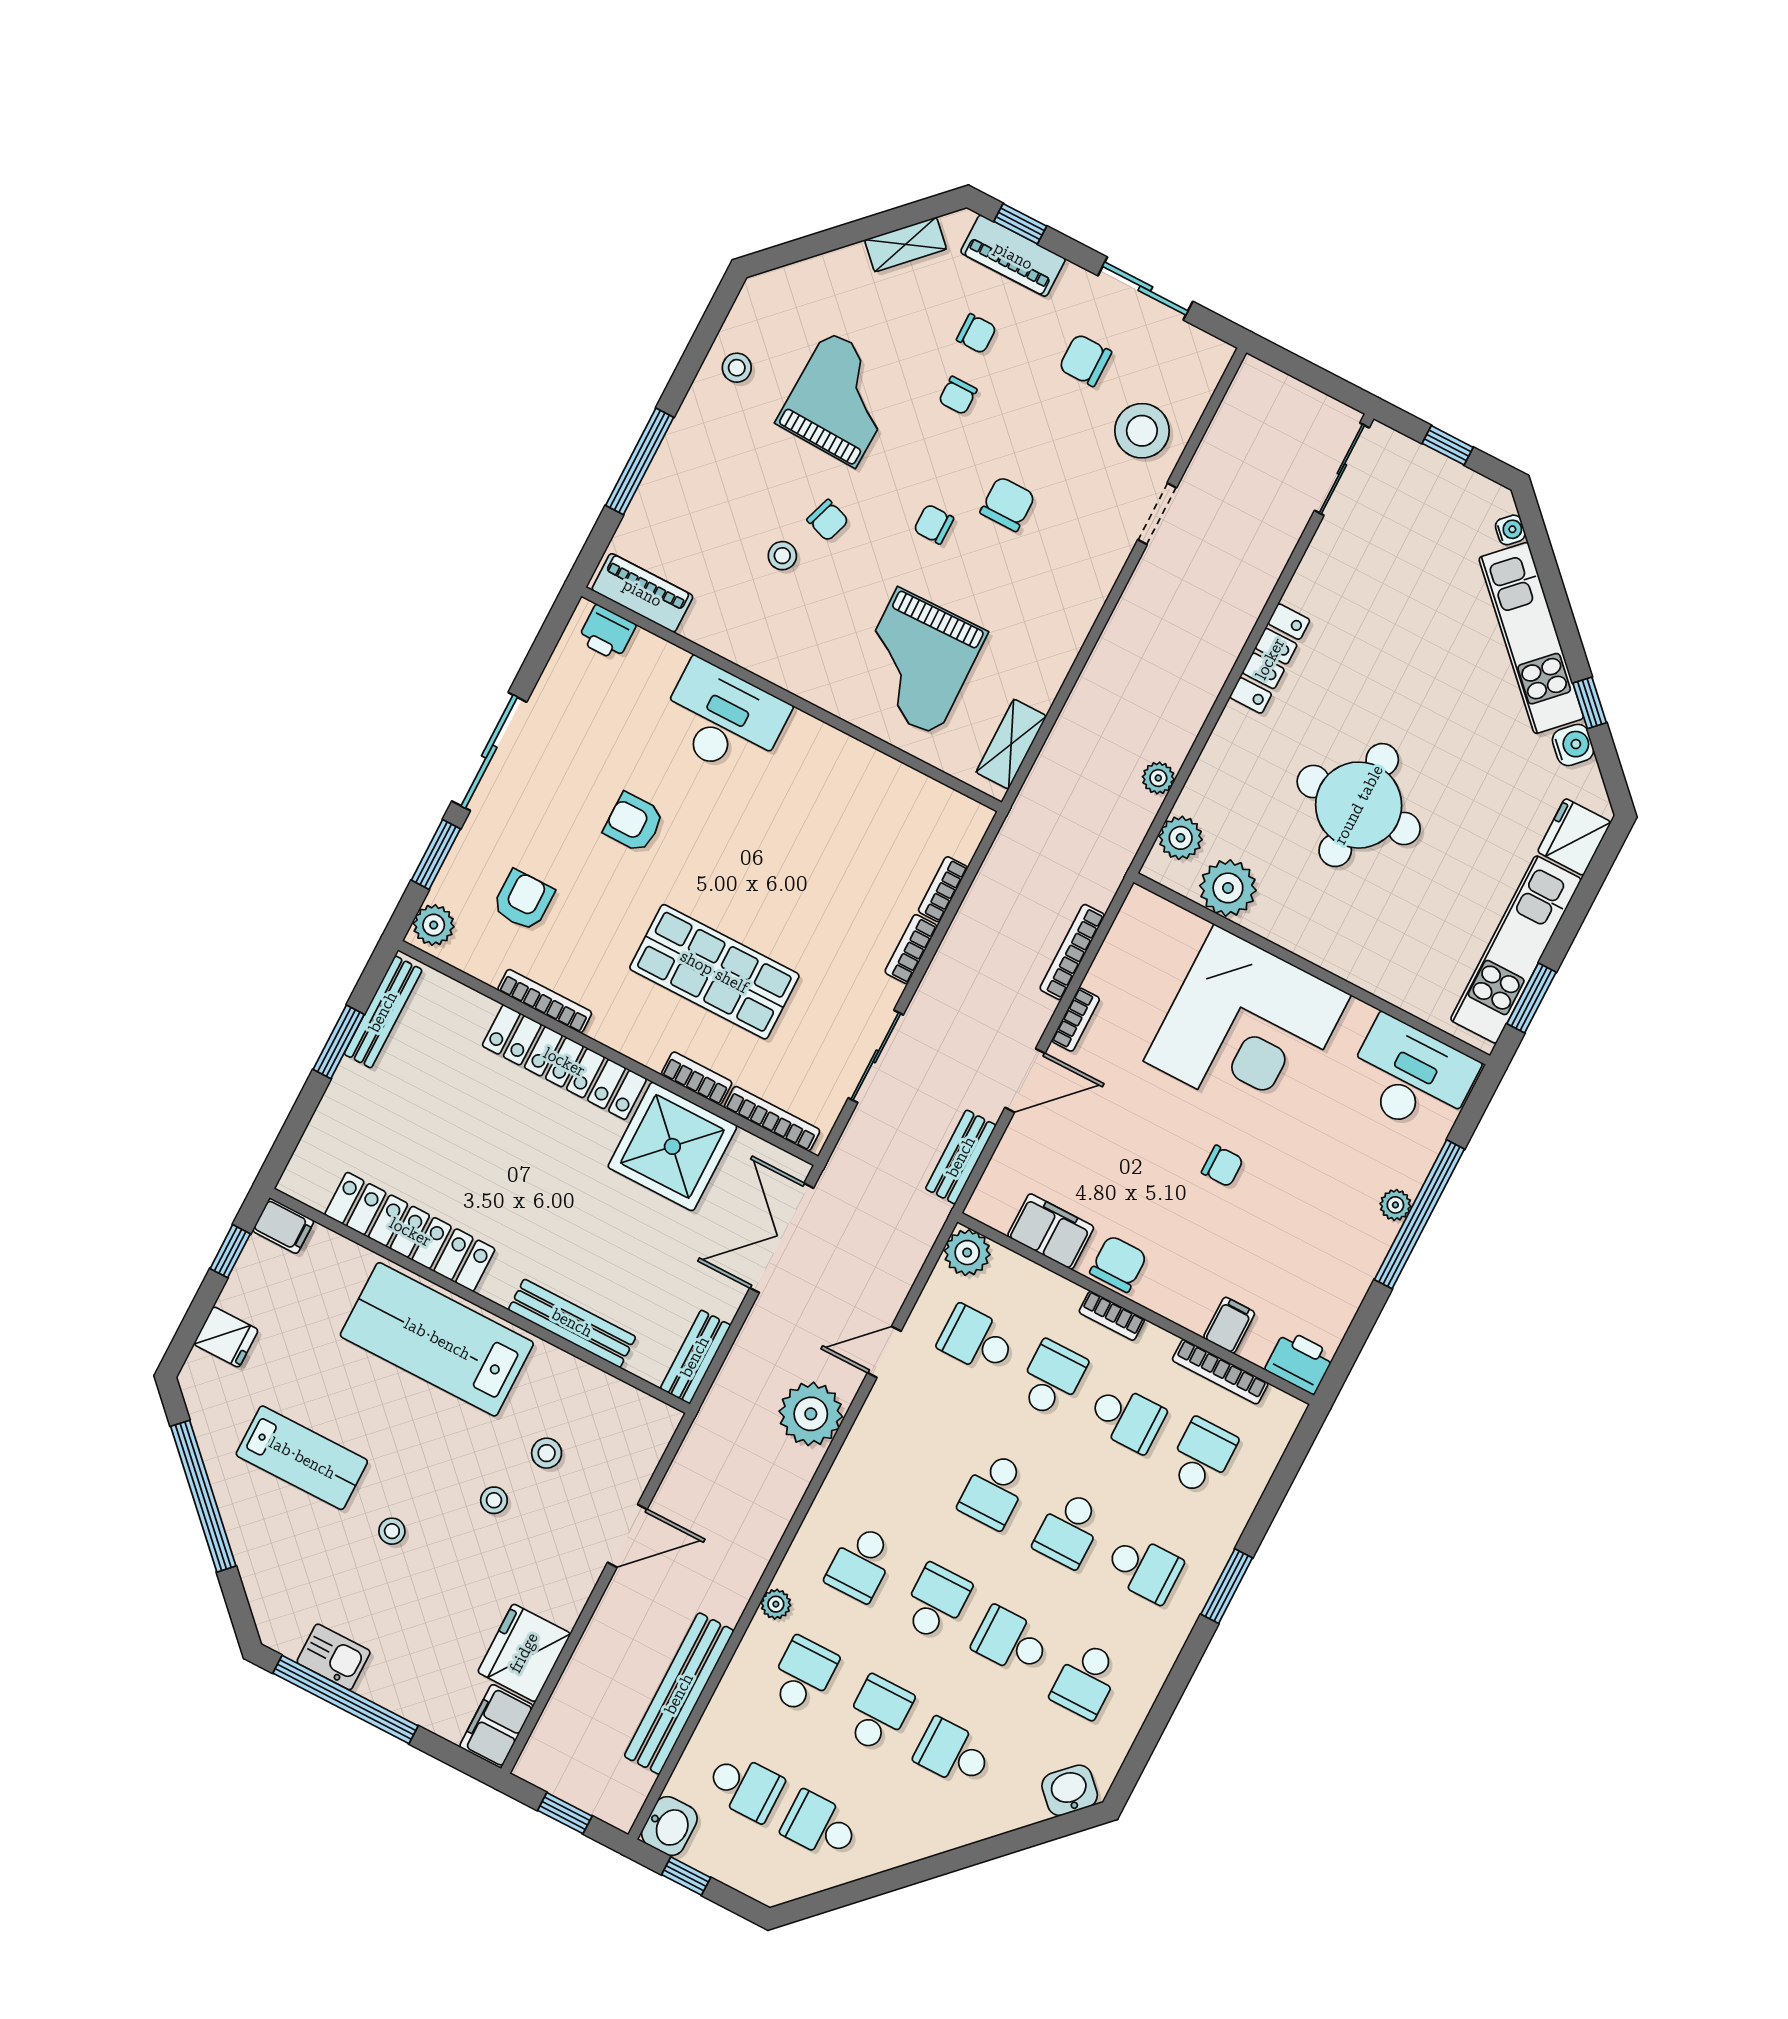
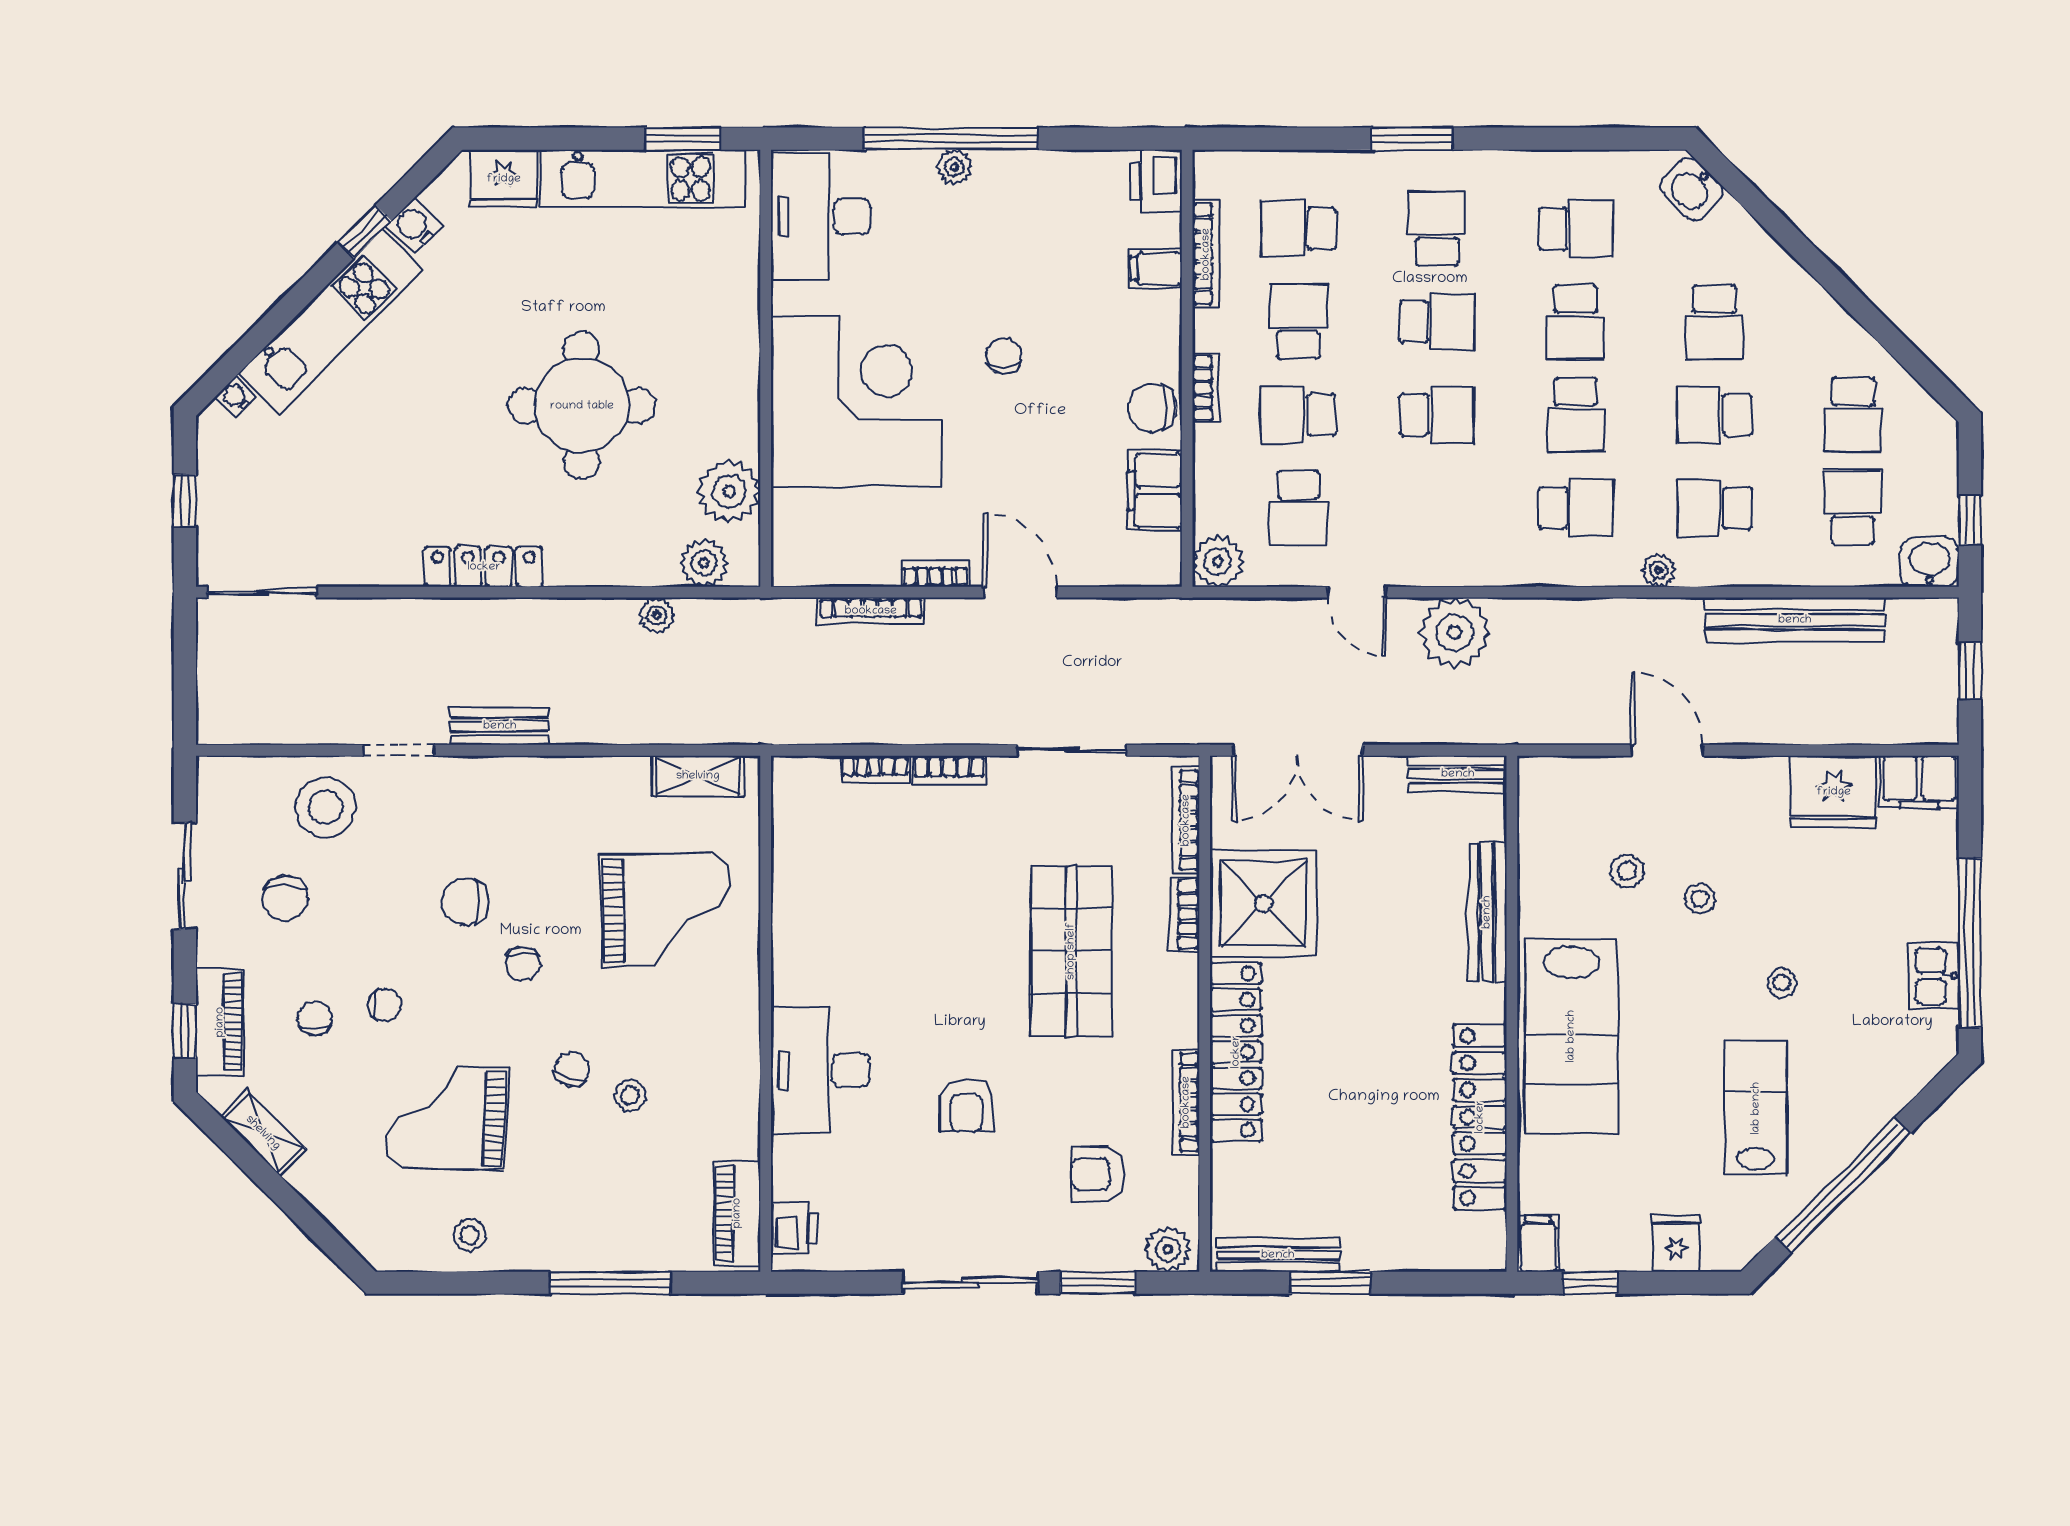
bench: (961, 1157) -> (500, 726), moved
school desk: (936, 1602) -> (1576, 415), turned -90

